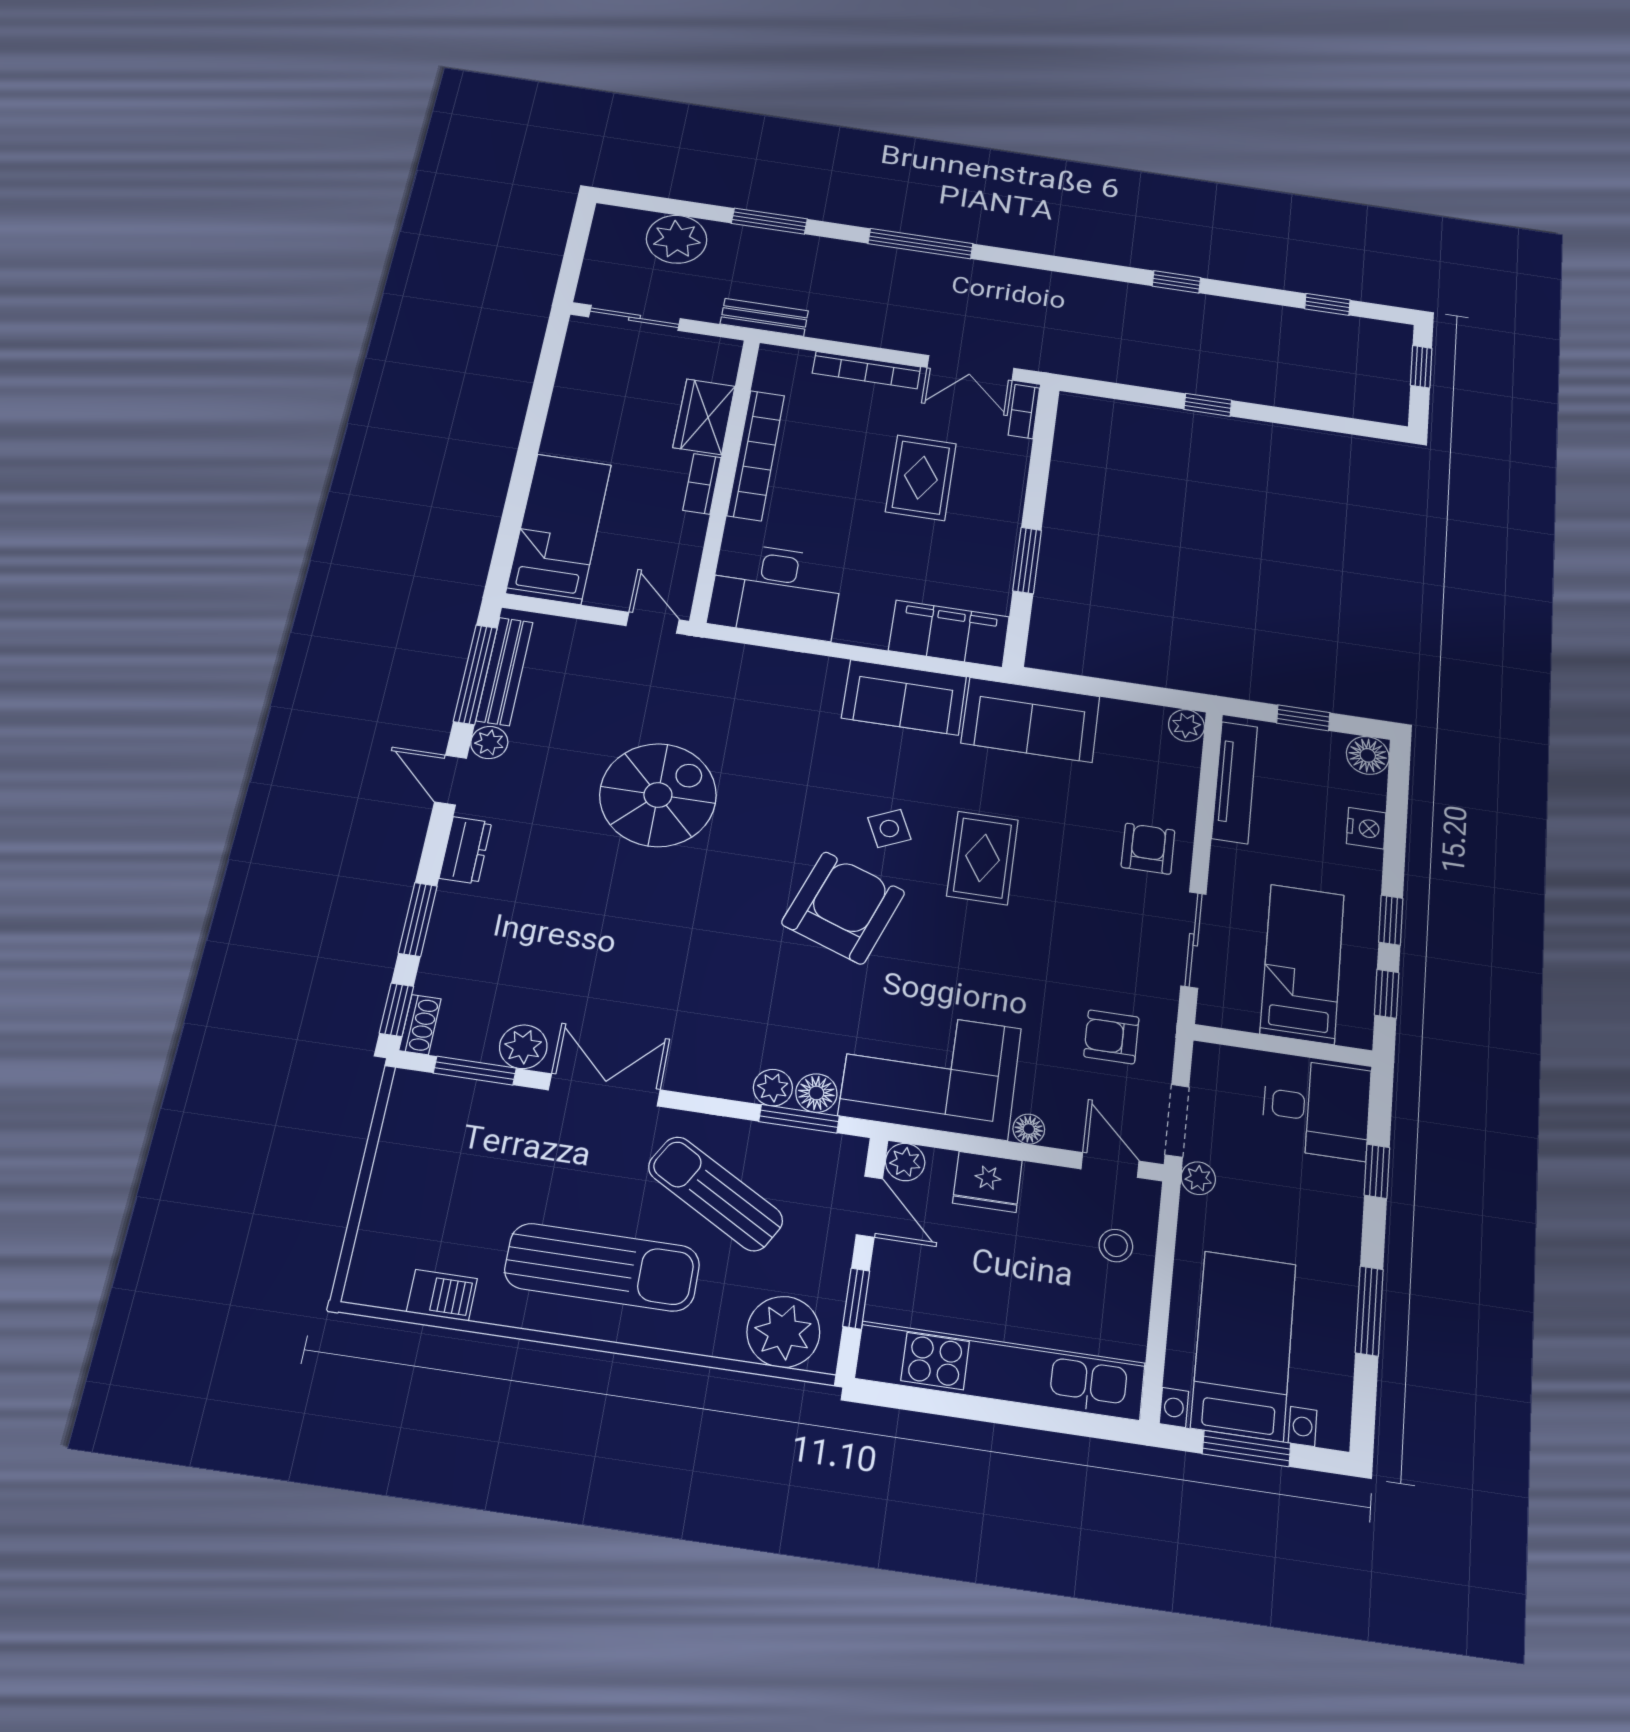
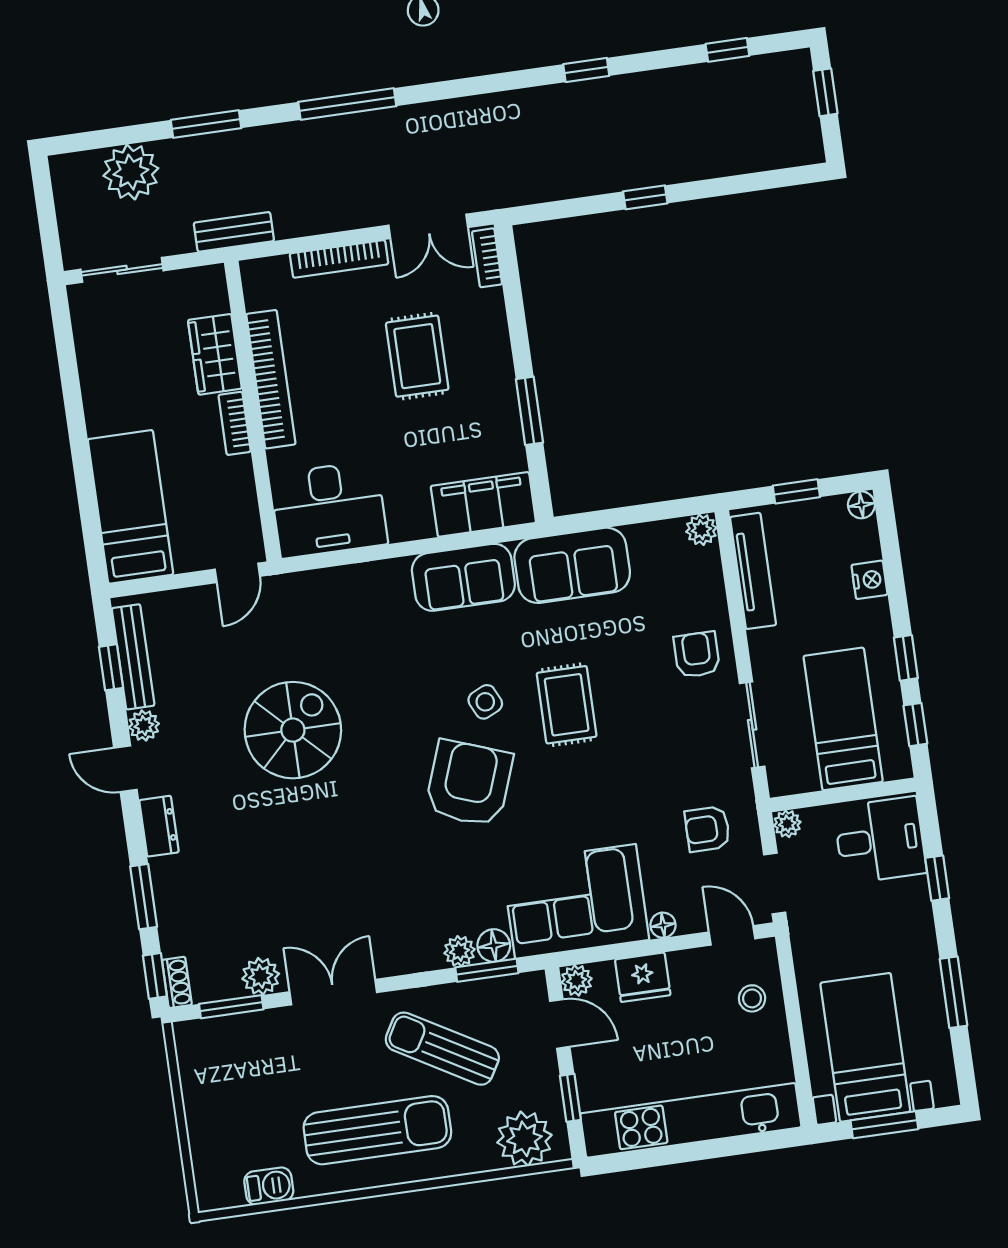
door: (653, 623) -> (237, 573), swing flipped
window: (475, 674) -> (111, 667), width x0.46
floor lamp: (1368, 755) -> (861, 505), width x0.73, depth x0.73
plant: (1198, 1178) -> (787, 824), moved

